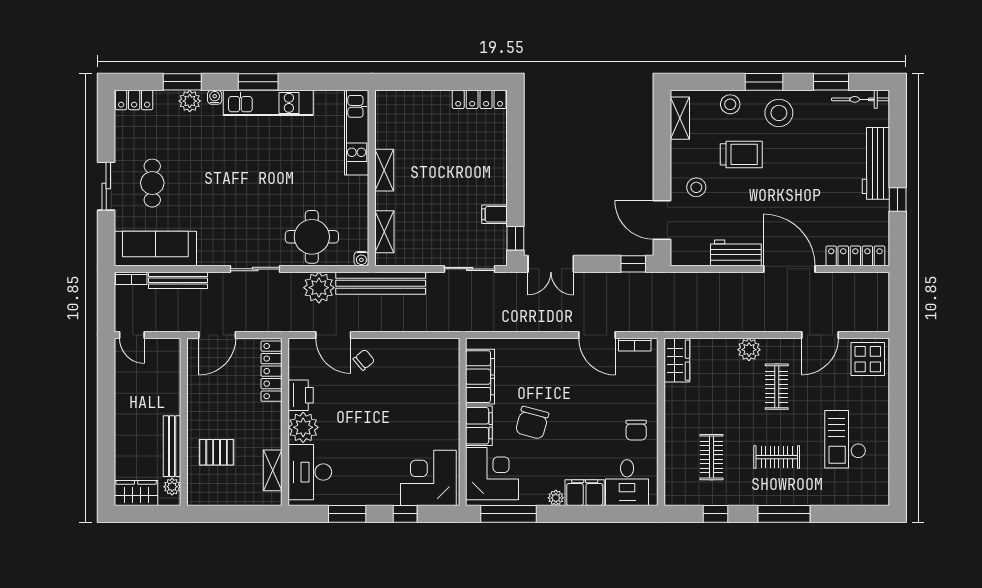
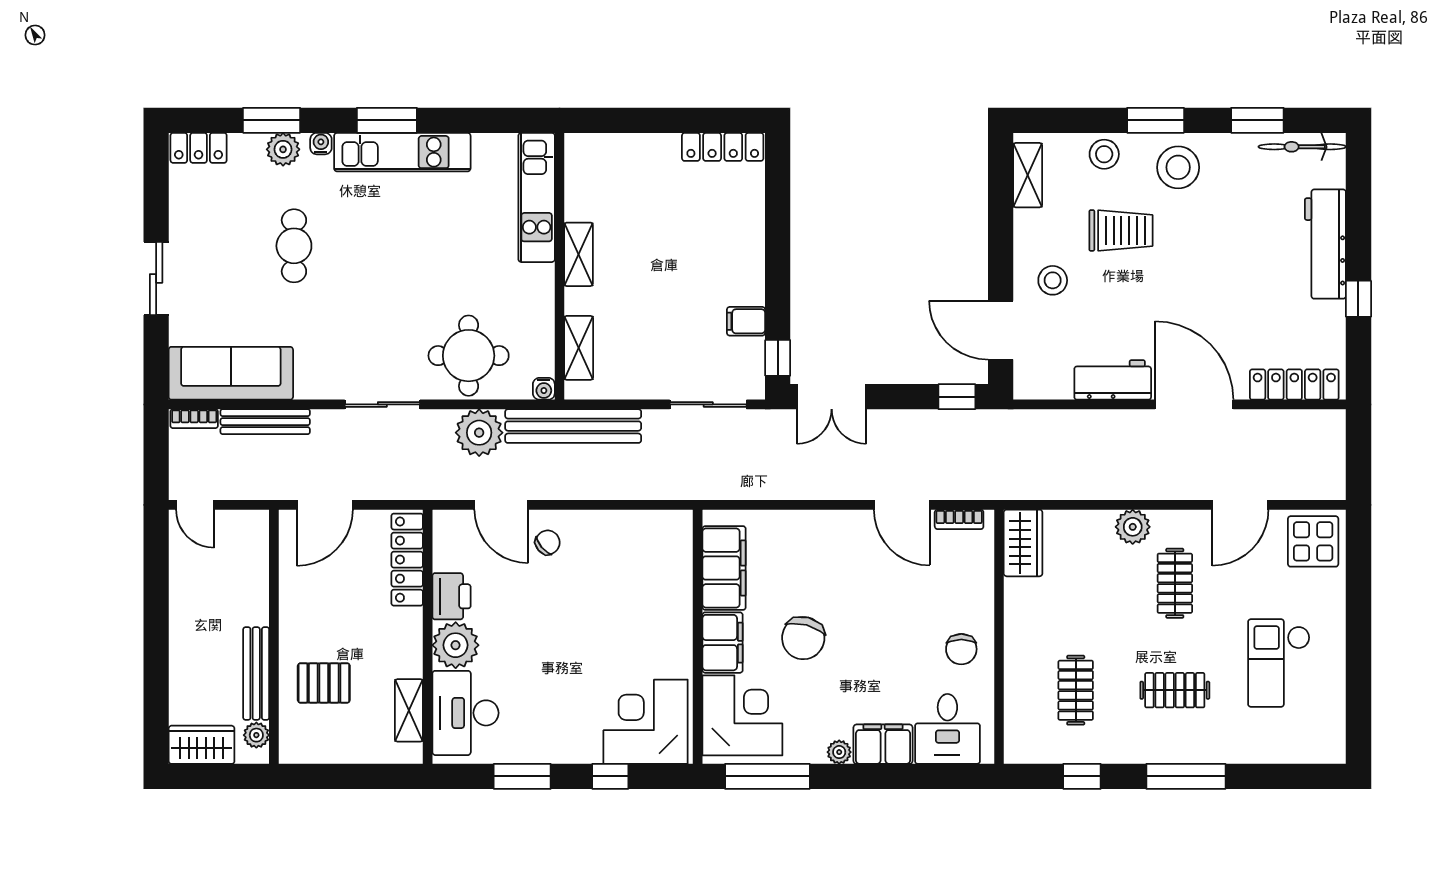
cafe table: (152, 183) -> (294, 246), moved

